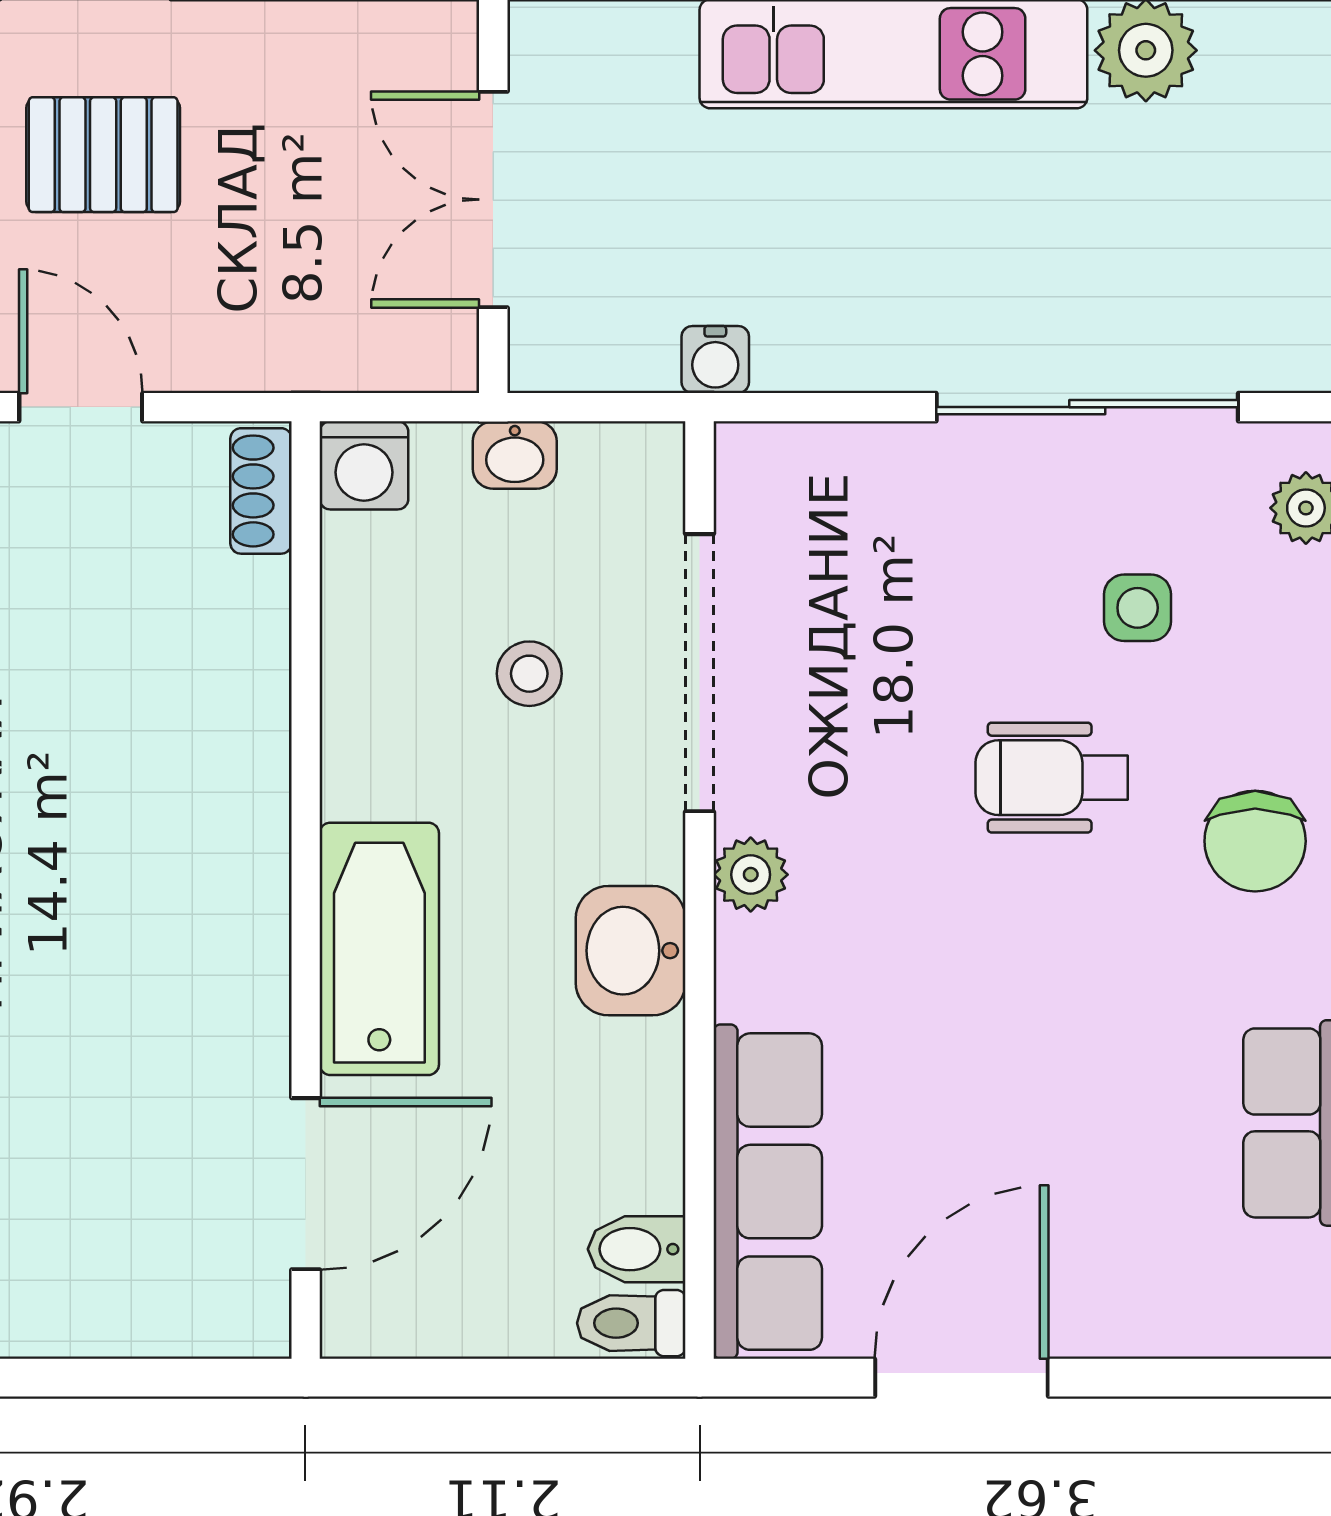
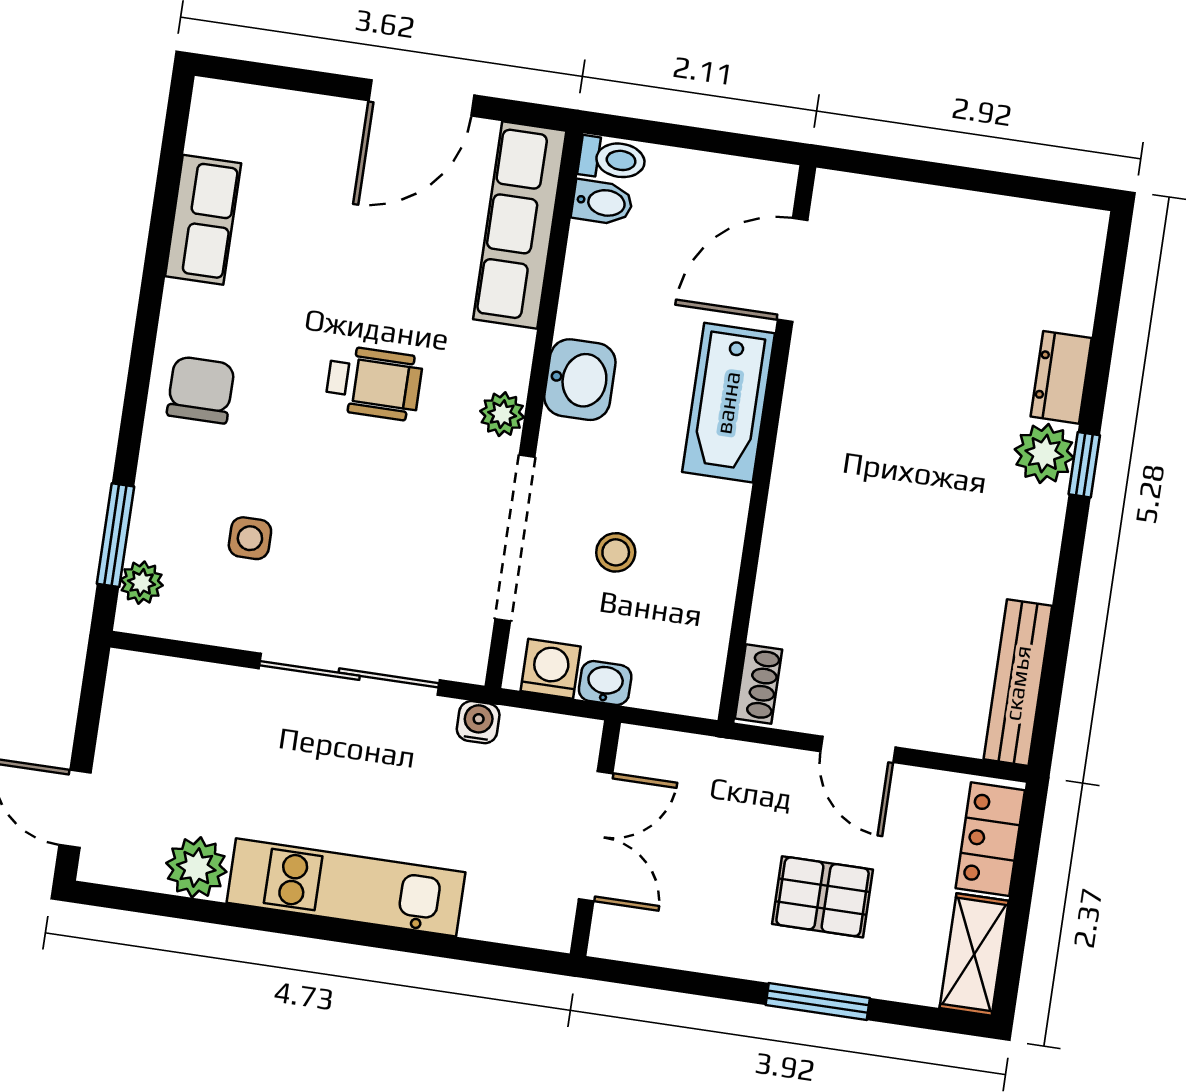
sliding door: (1087, 407) -> (349, 674), moved
washing machine: (364, 465) -> (551, 669), moved
wheelchair: (1052, 778) -> (374, 383), moved

